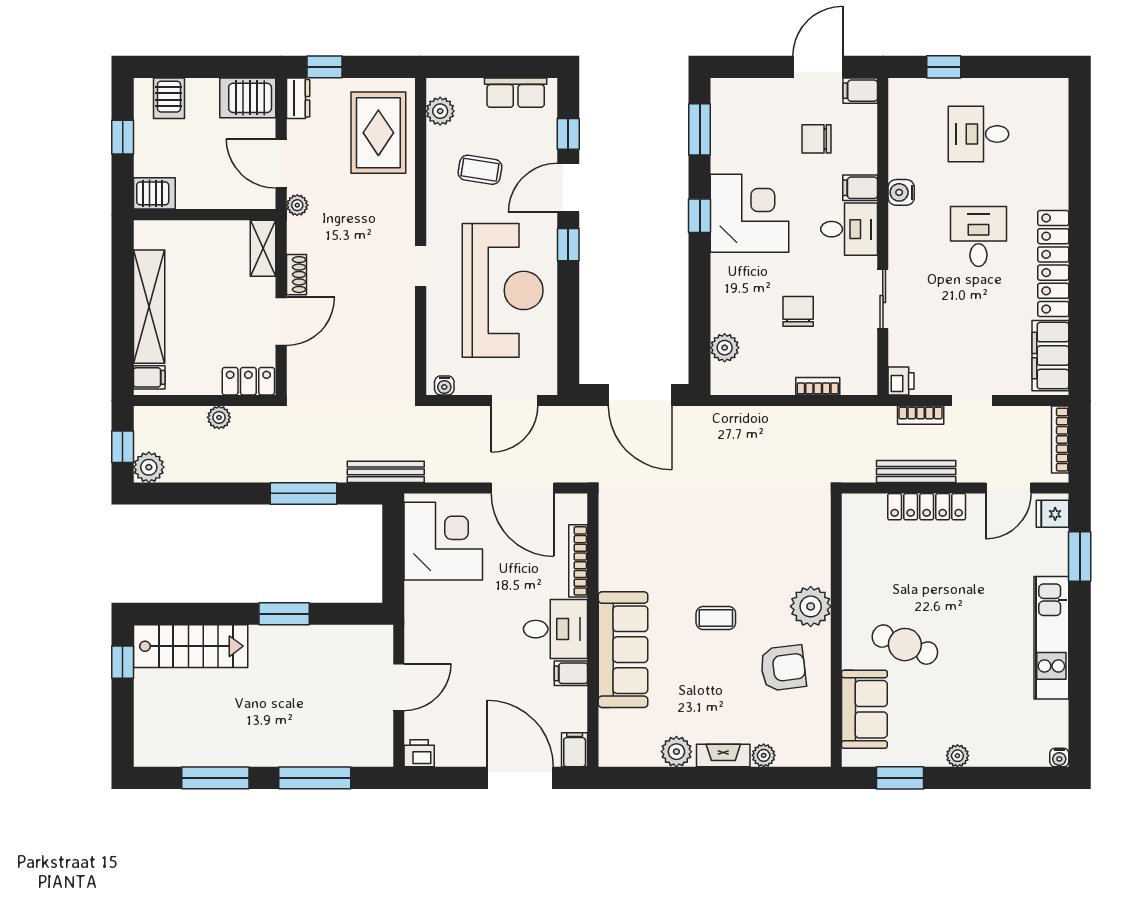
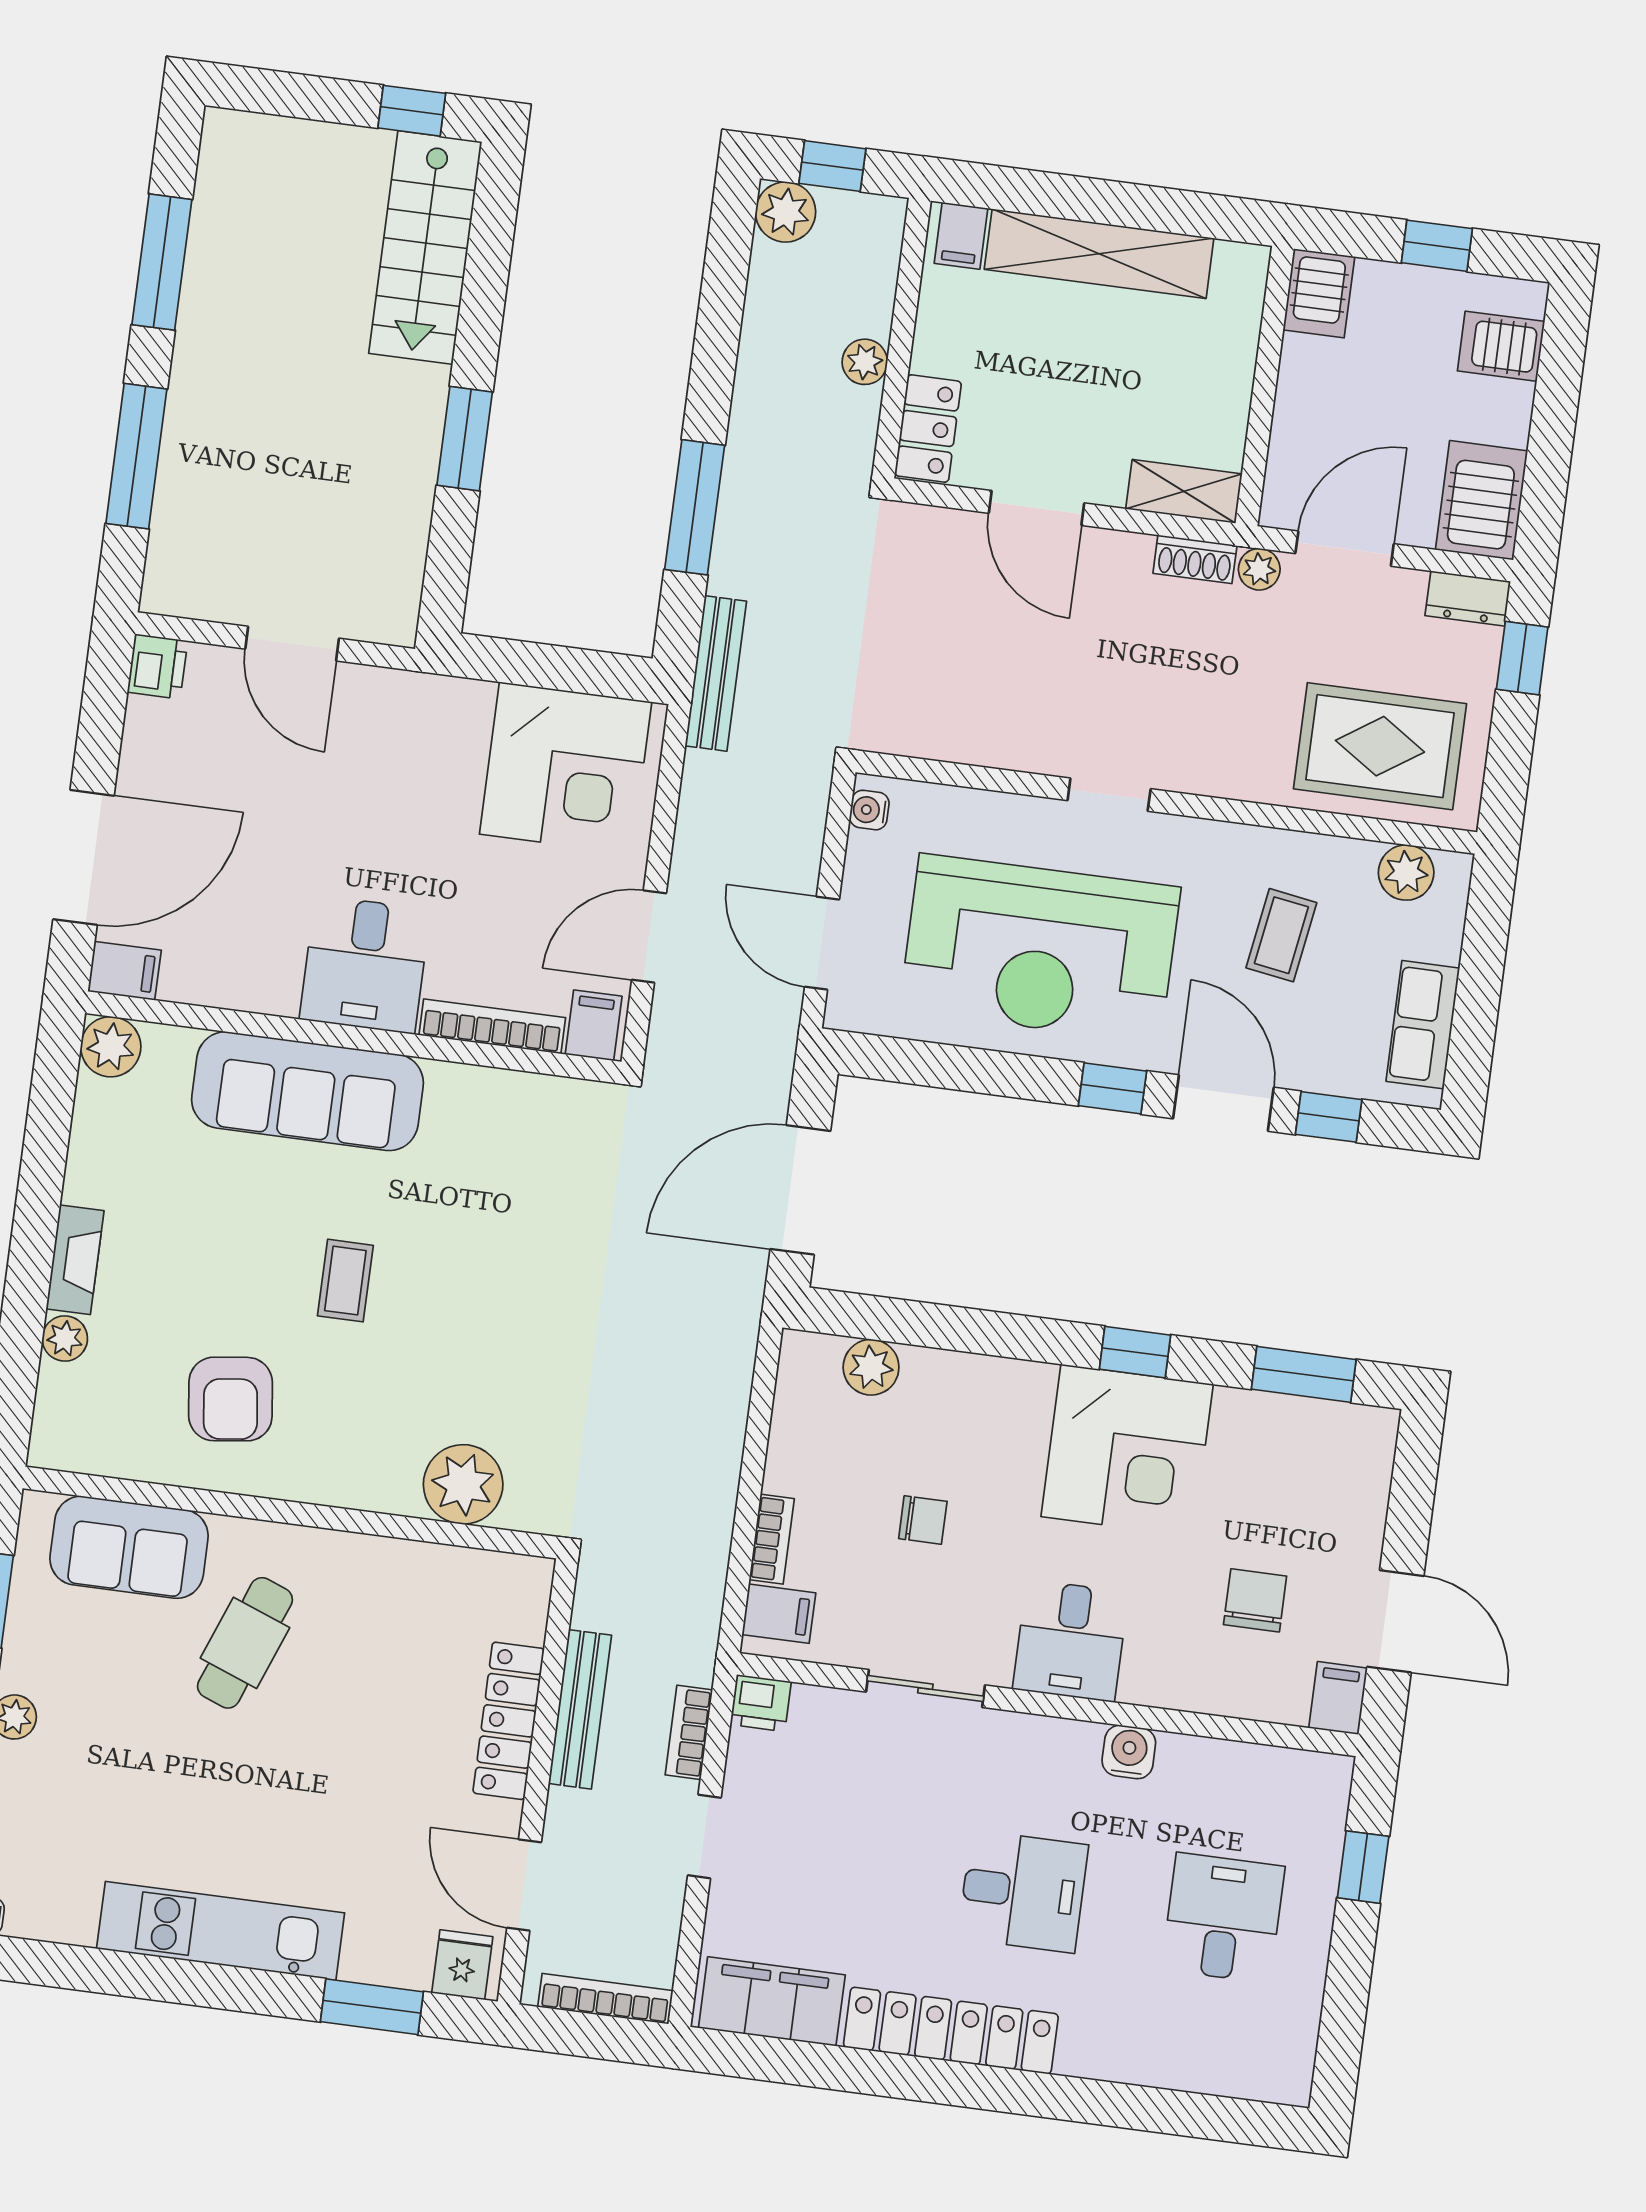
filing cabinet: (860, 188) -> (779, 1614), moved, turned 90
shoe rack: (296, 275) -> (1195, 559), moved
chair: (798, 311) -> (923, 1520), width x0.73, depth x0.73
door: (523, 488) -> (649, 936), width x0.73
plant: (811, 606) -> (463, 1484), moved
filing cabinet: (571, 673) -> (594, 1025), moved
plant: (676, 752) -> (111, 1047), moved

